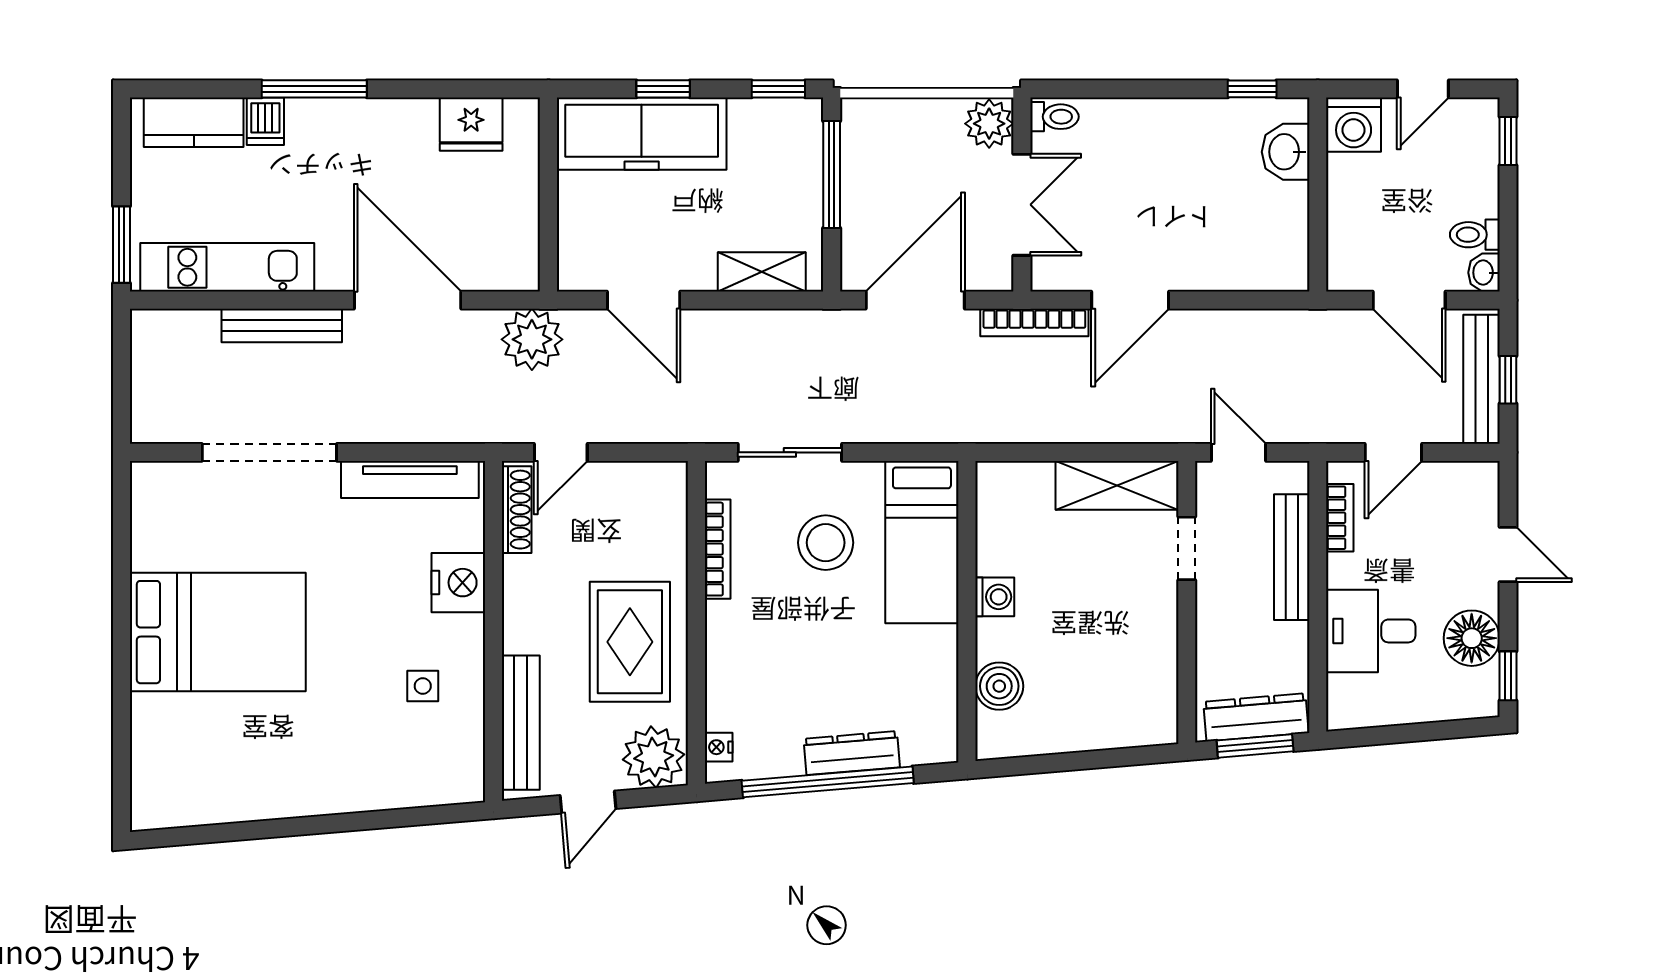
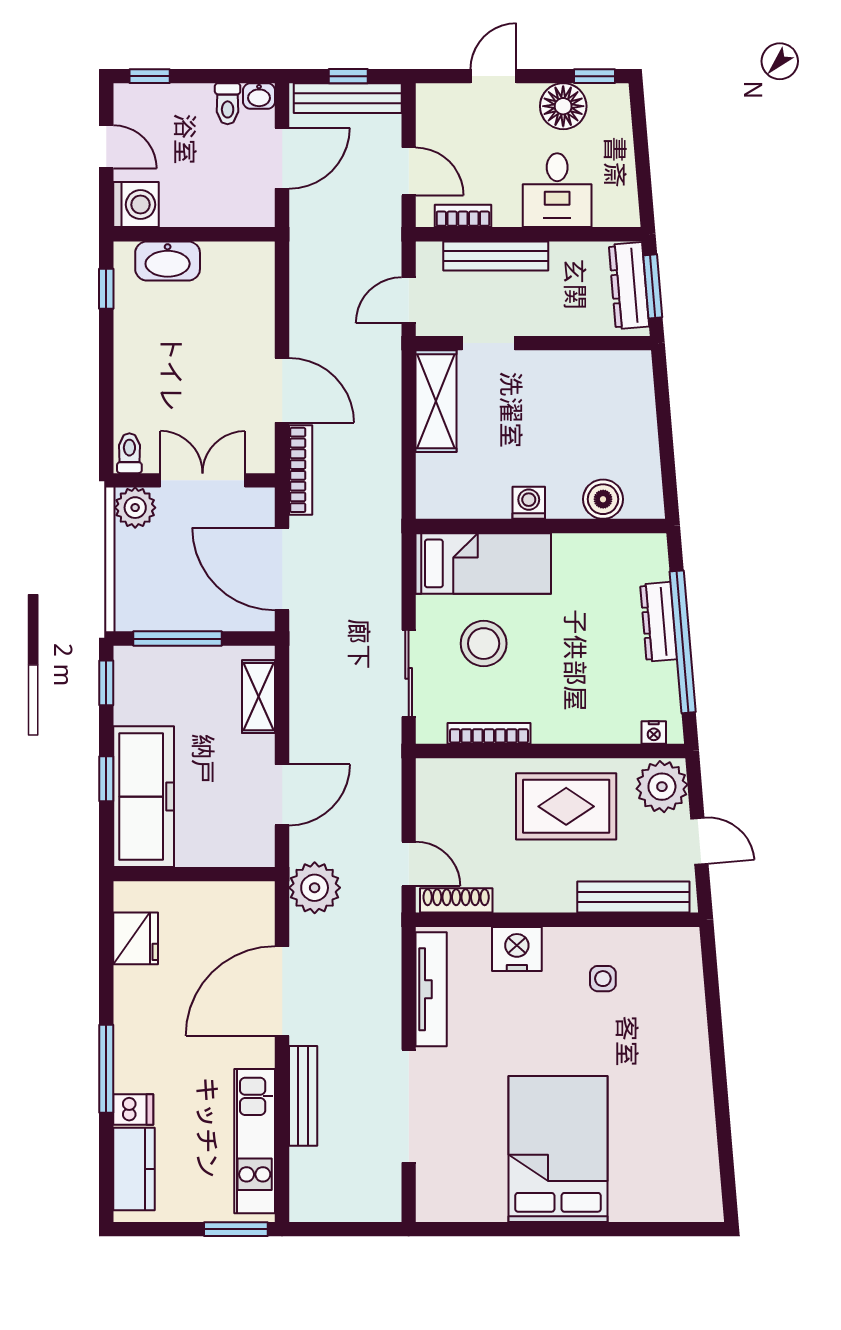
washbasin: (1286, 152) -> (168, 261), width x1.38

